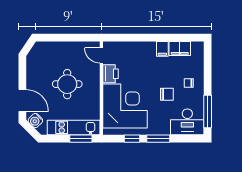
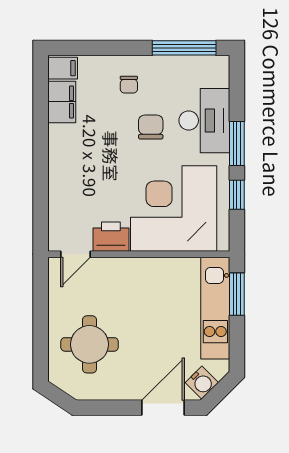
filing cabinet: (162, 49) -> (63, 68), moved
round table: (67, 84) -> (90, 344), moved
desk: (187, 122) -> (204, 121), moved

